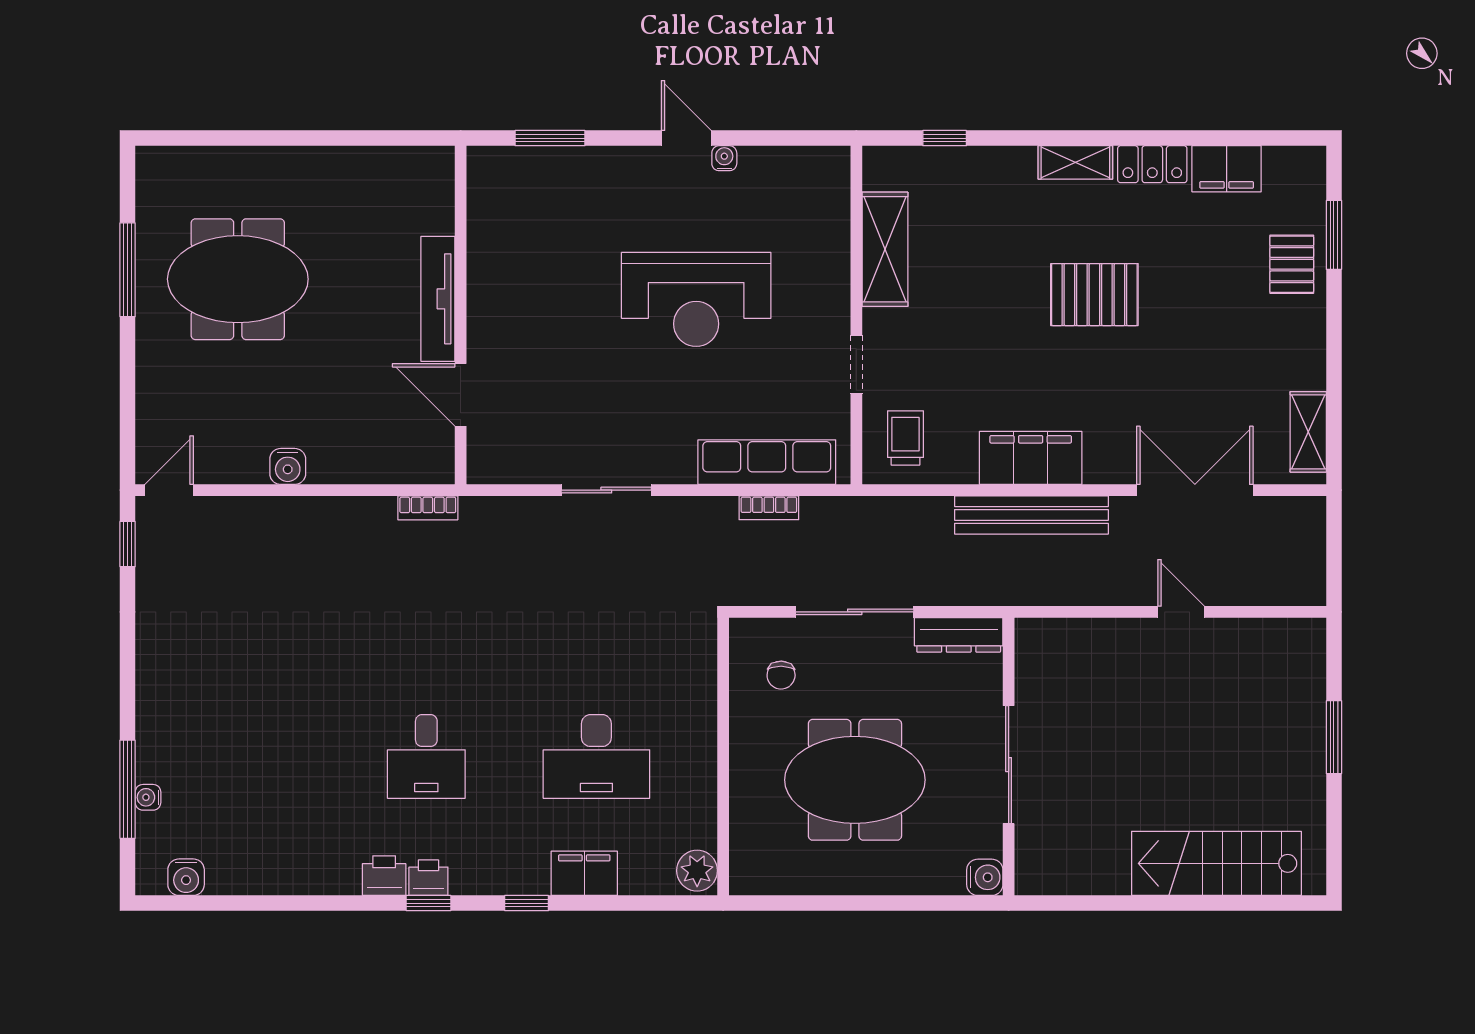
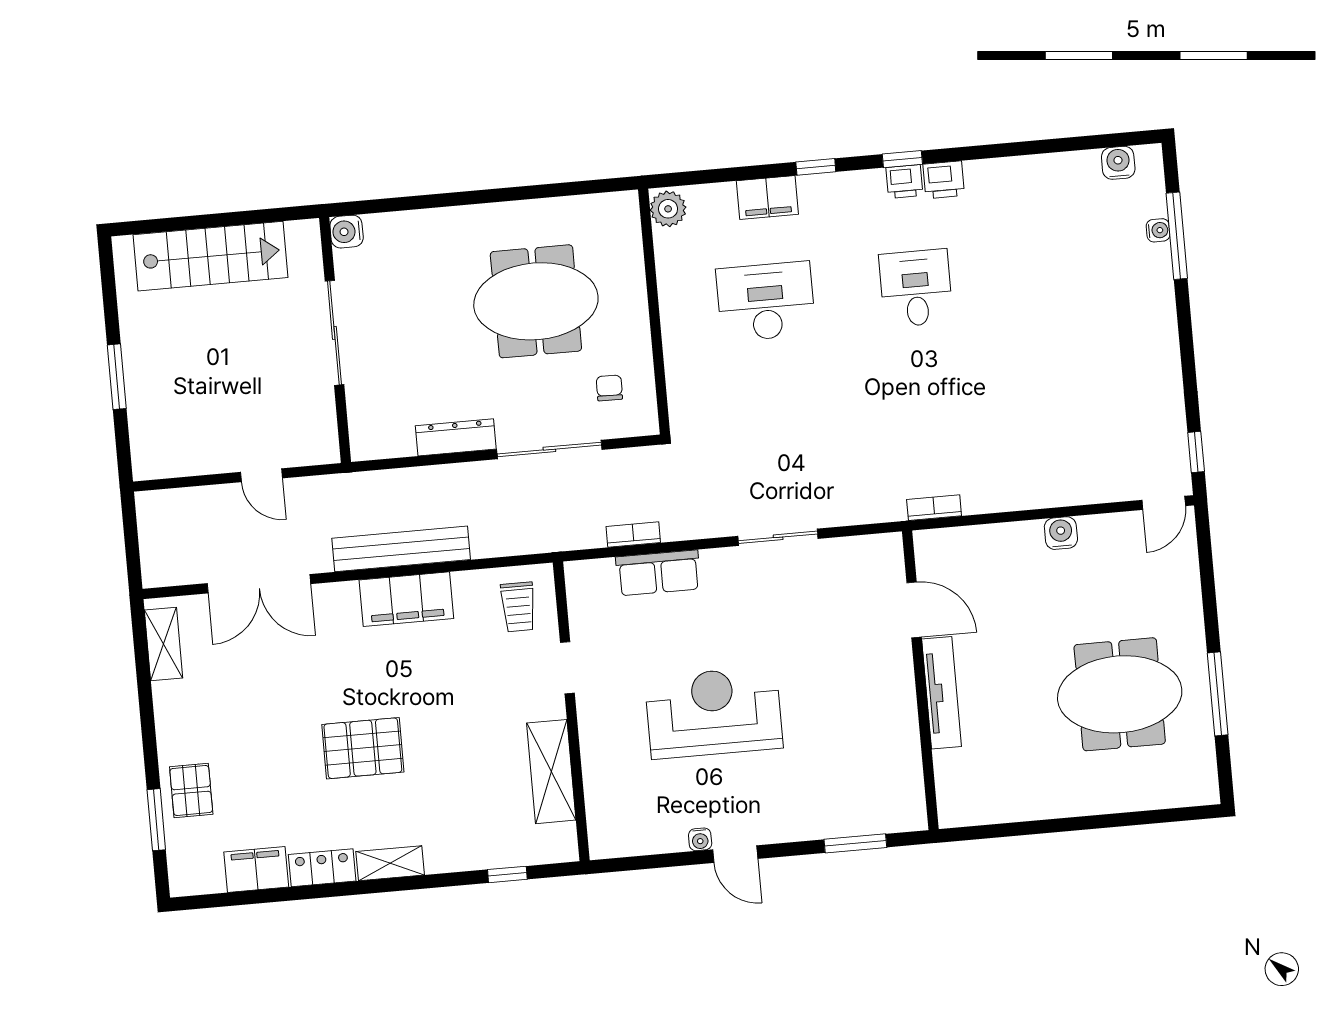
row of seats: (767, 462) -> (658, 573), width x0.68
wall: (1009, 756) -> (335, 340), moved
sliding door: (1009, 765) -> (334, 333), moved
water cooler: (985, 877) -> (347, 232), moved

